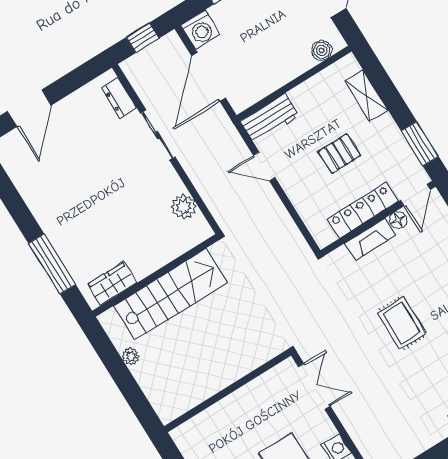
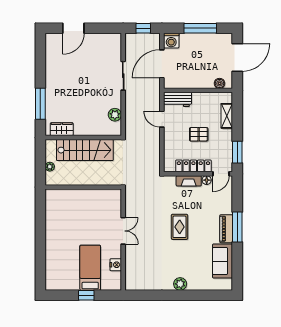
dresser: (119, 98) -> (116, 48), removed
wall: (227, 391) -> (83, 187), moved

